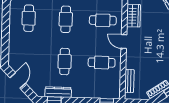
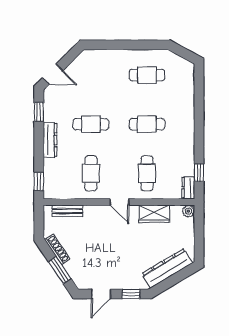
door: (124, 42) -> (120, 202), swing flipped
door: (18, 80) -> (53, 74), moved
dresser: (58, 92) -> (50, 140), moved

